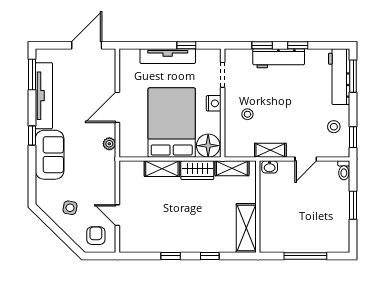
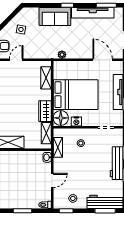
nightstand: (214, 103) -> (76, 122), moved
door: (117, 107) -> (103, 60), moved
shelving: (270, 150) -> (58, 147), moved
door: (306, 159) -> (52, 180), swing flipped
shelving: (162, 169) -> (46, 78), moved

